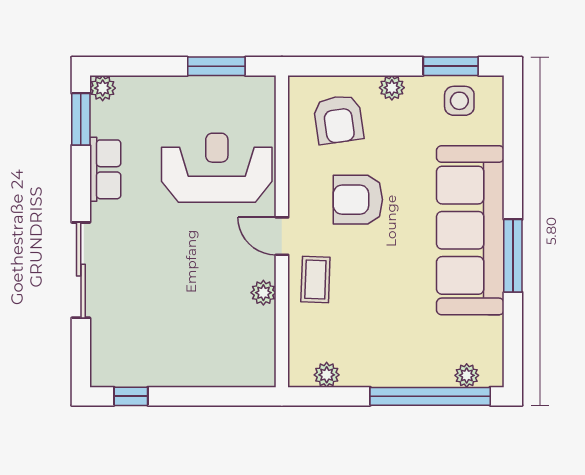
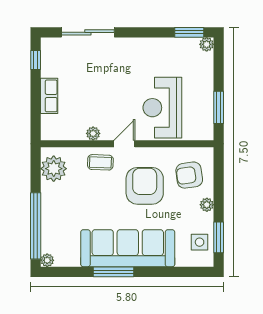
reception desk: (217, 168) -> (162, 108), turned 180
row of seats: (105, 169) -> (49, 96), moved, turned -90
armchair: (358, 200) -> (145, 186), width x1.36, depth x1.36
sliding door: (81, 270) -> (88, 32), moved
plant: (327, 375) -> (54, 169), width x1.87, depth x1.87
plant: (467, 375) -> (47, 260), moved

